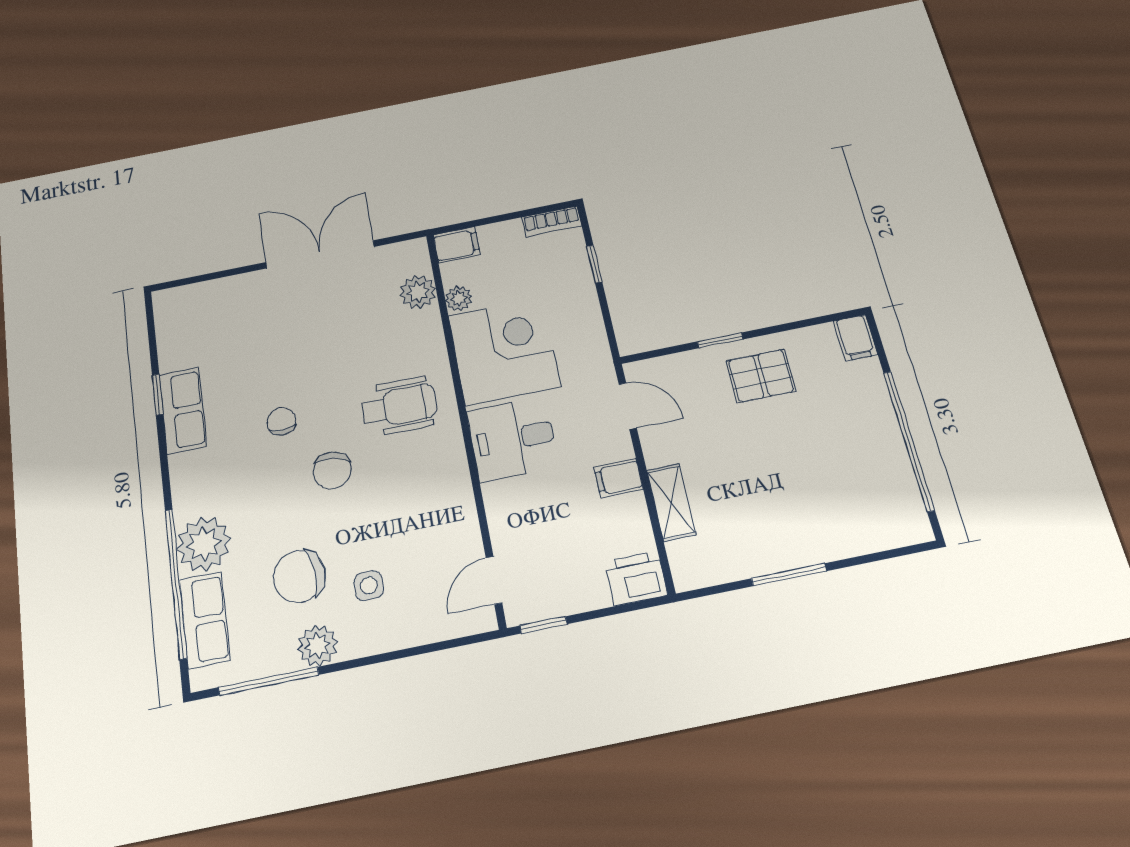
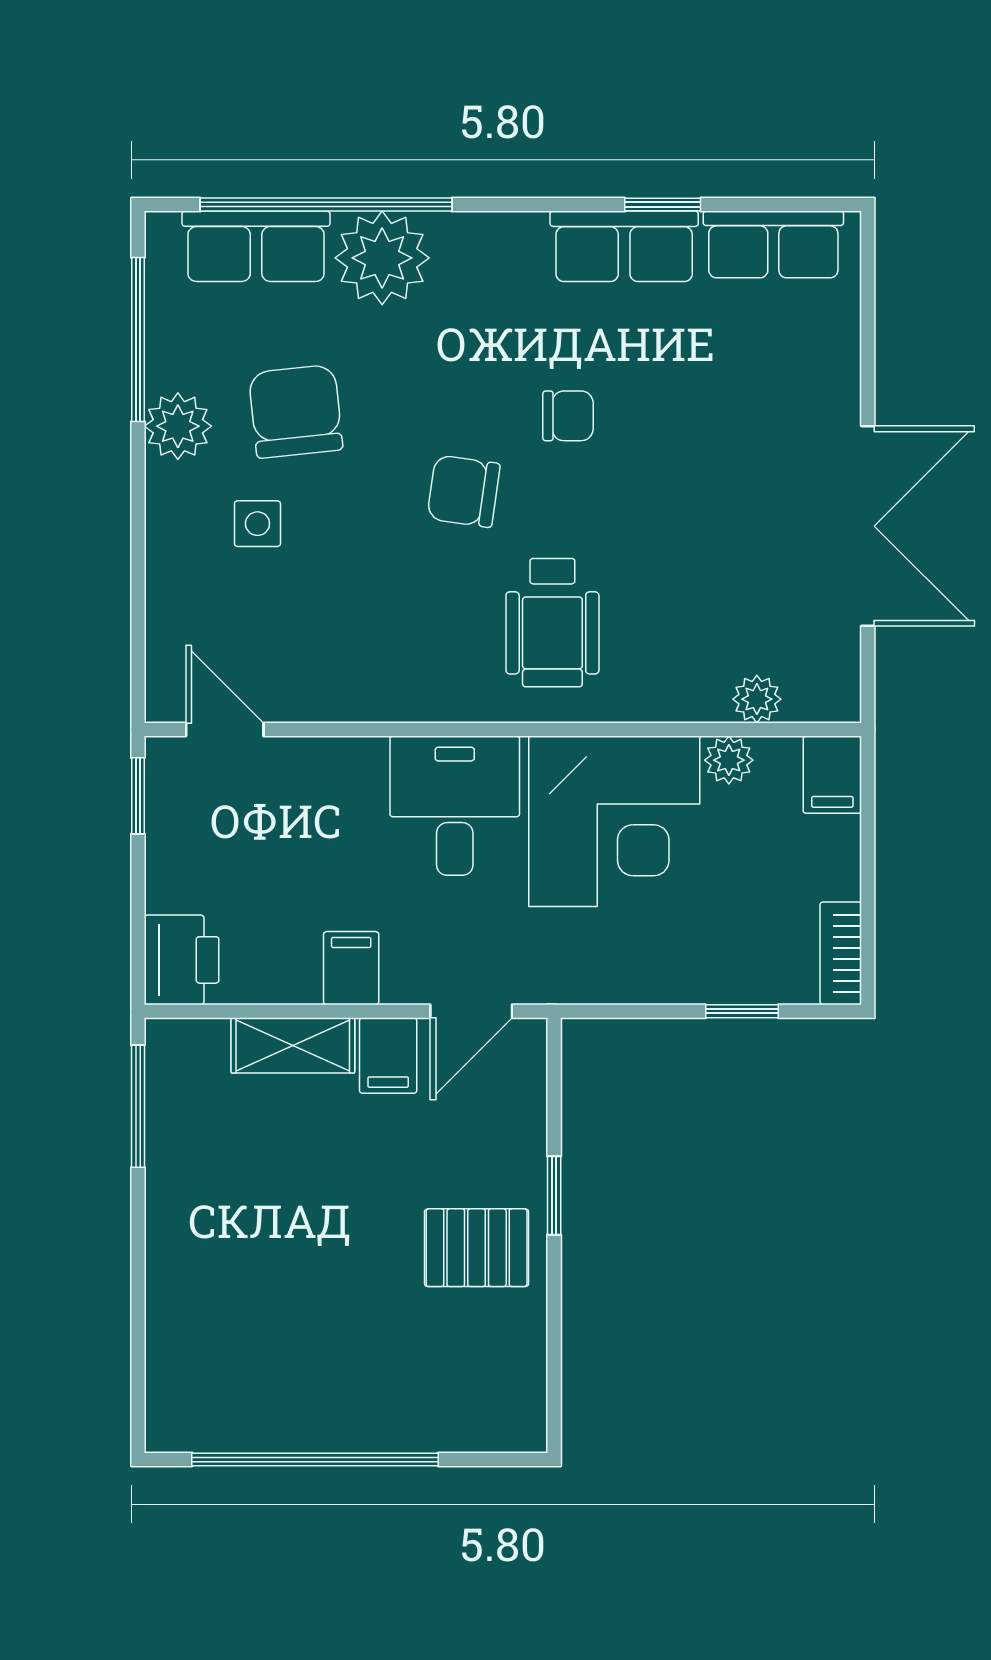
plant: (418, 292) -> (757, 699), width x0.73, depth x0.73
row of seats: (174, 332) -> (773, 244), added
filing cabinet: (856, 338) -> (388, 1056), moved, turned -90
pallet: (761, 376) -> (477, 1248), turned 90
window: (789, 575) -> (138, 1106), moved

